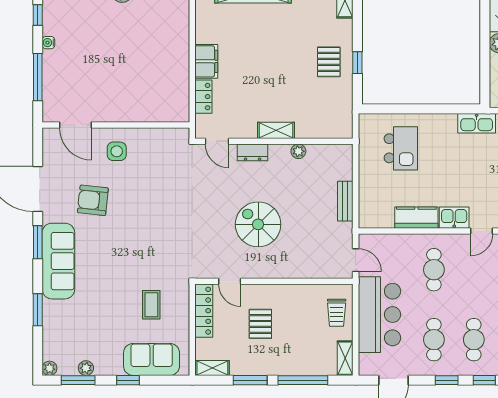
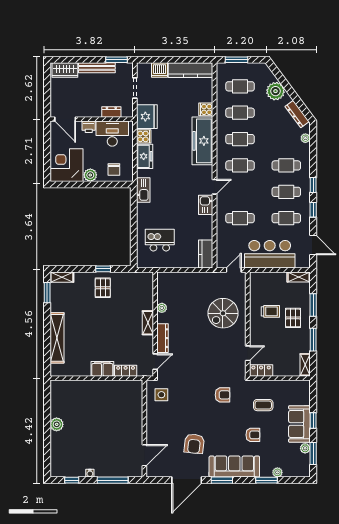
pallet: (329, 62) -> (103, 288), turned 90
side table: (117, 151) -> (161, 395), moved
dresser: (253, 152) -> (163, 338), width x1.44
bench: (345, 201) -> (195, 277), removed
kitchen counter: (416, 218) -> (206, 254), moved
spiral stairs: (258, 224) -> (223, 313), moved
door: (482, 231) -> (214, 187), hinge flipped
armchair: (167, 243) -> (222, 395), added
armchair: (106, 289) -> (253, 435), added
locker: (204, 311) -> (261, 370), width x0.66
trolley: (337, 313) -> (270, 311), moved
pallet: (260, 324) -> (293, 318), moved, turned 90
sofa: (152, 359) -> (299, 424), moved
plant: (50, 368) -> (277, 472), moved
window: (303, 380) -> (313, 305), width x0.69

